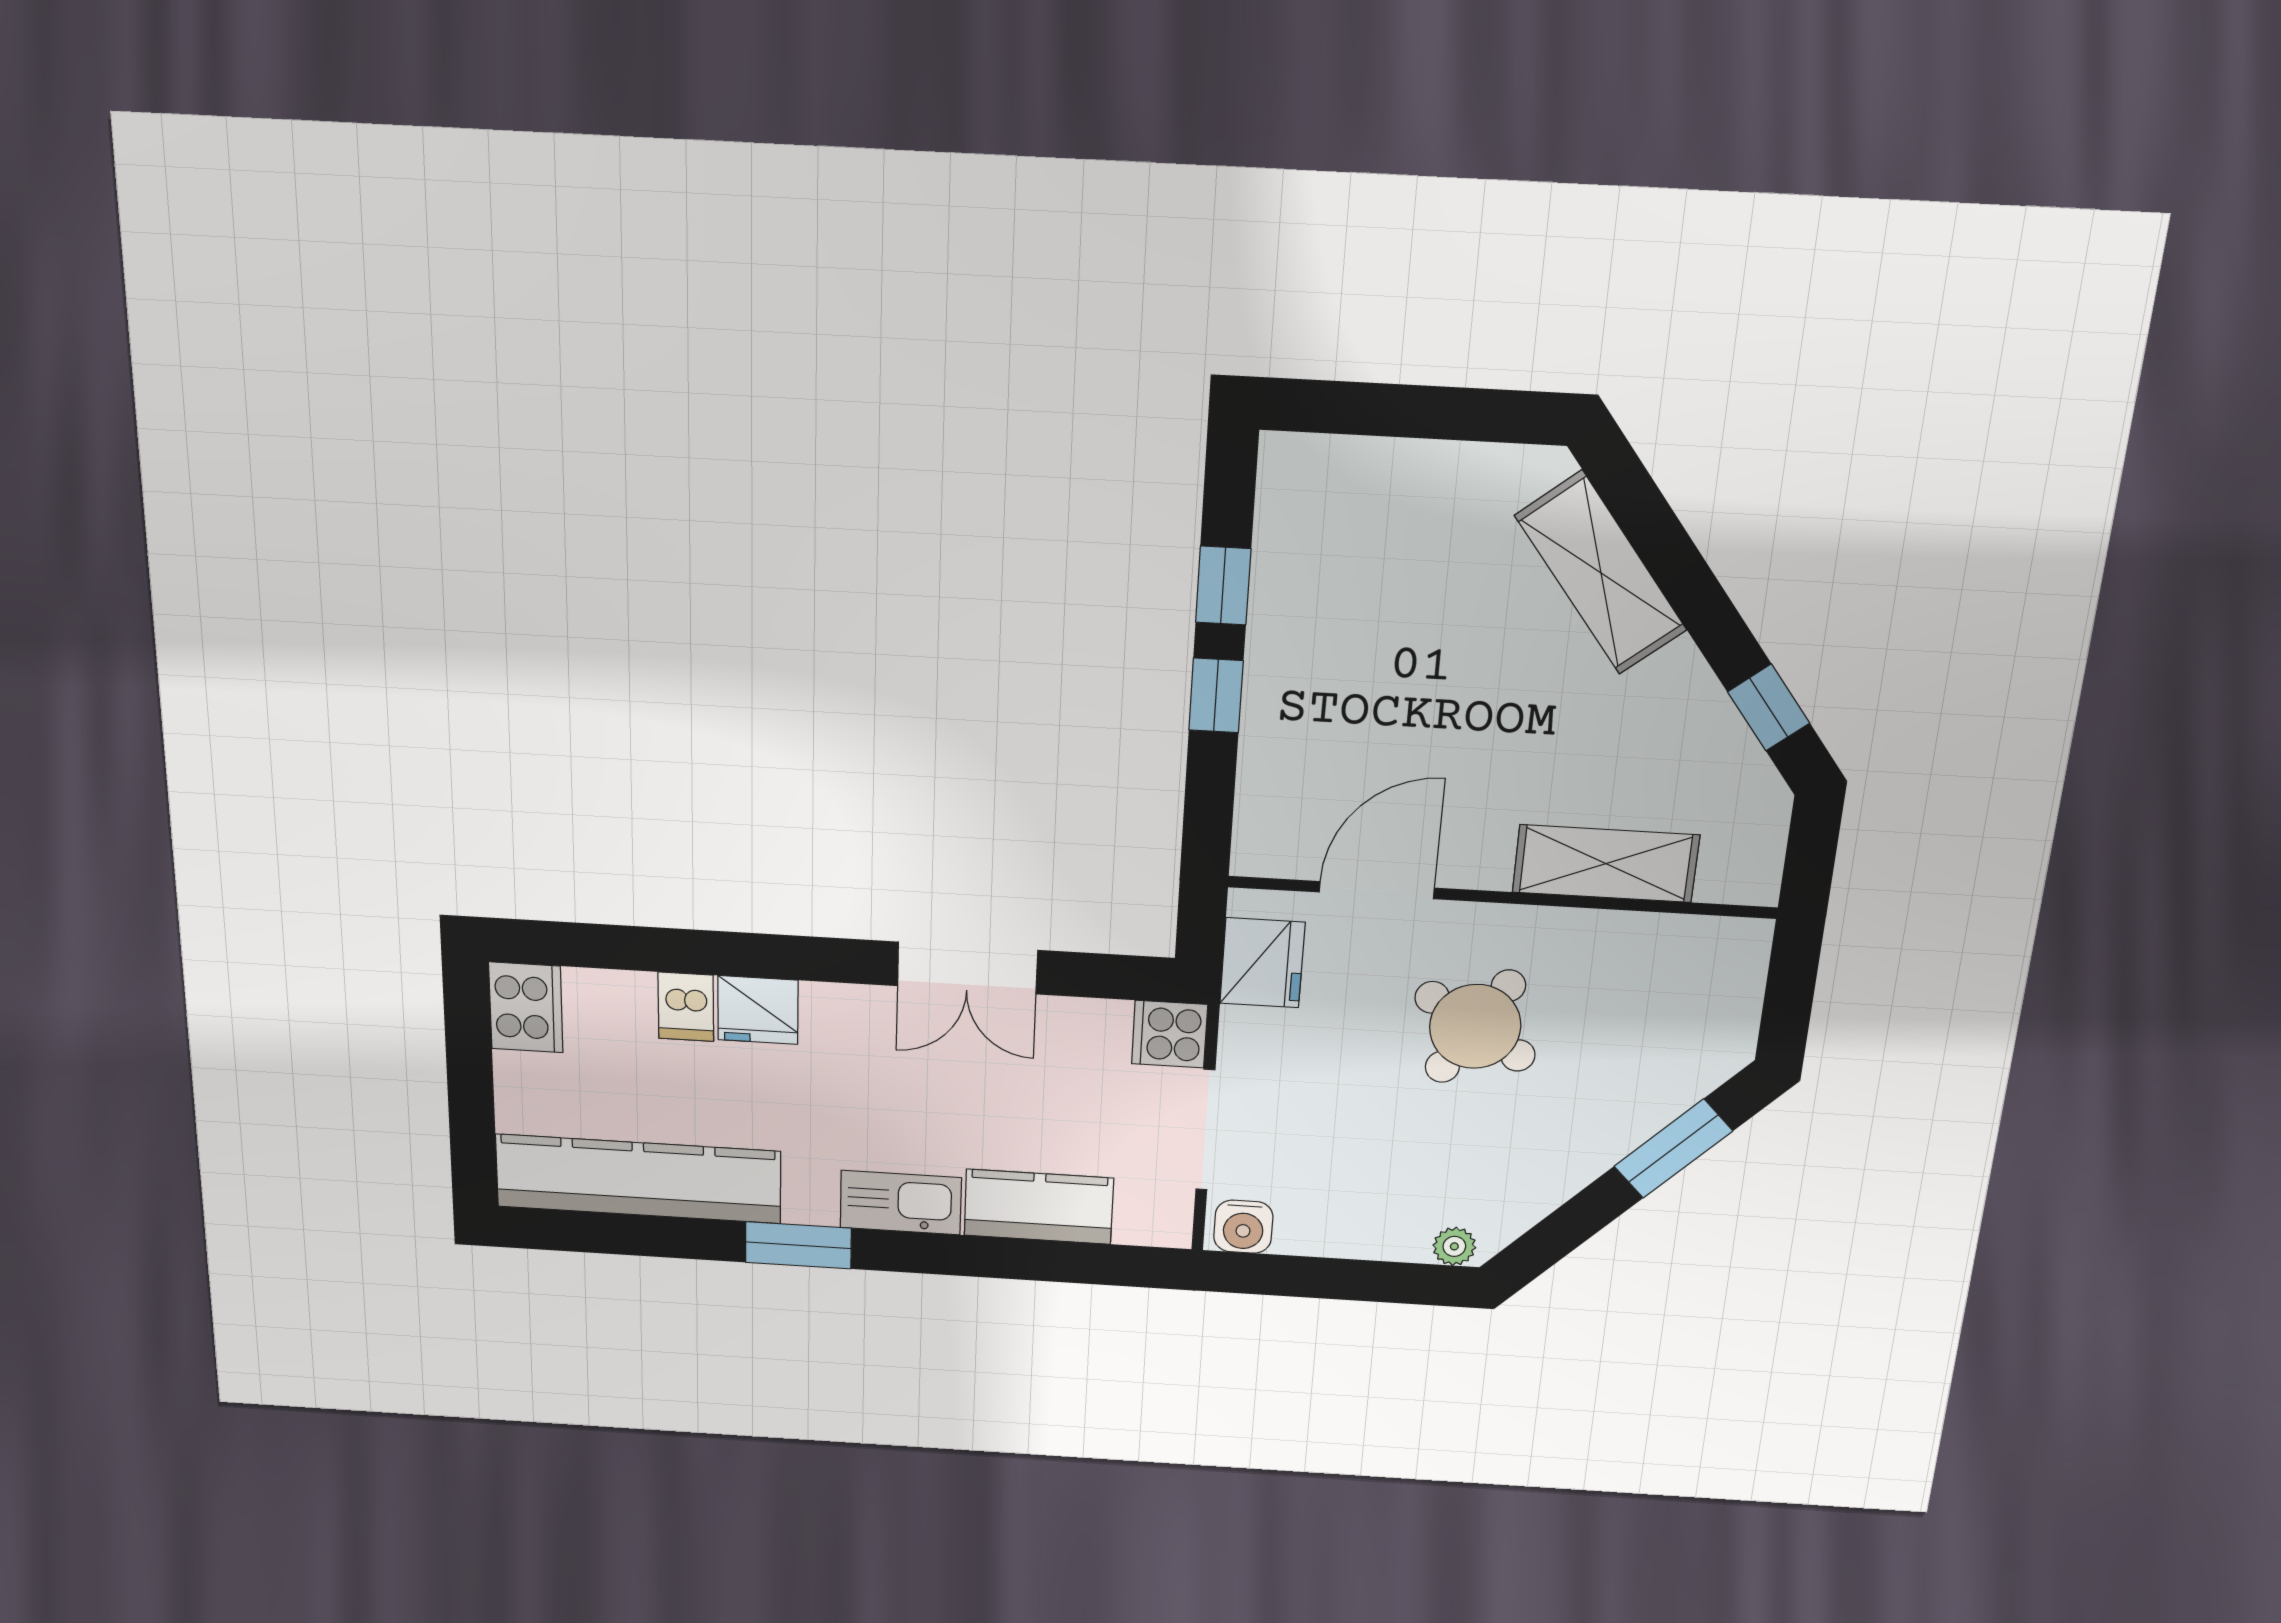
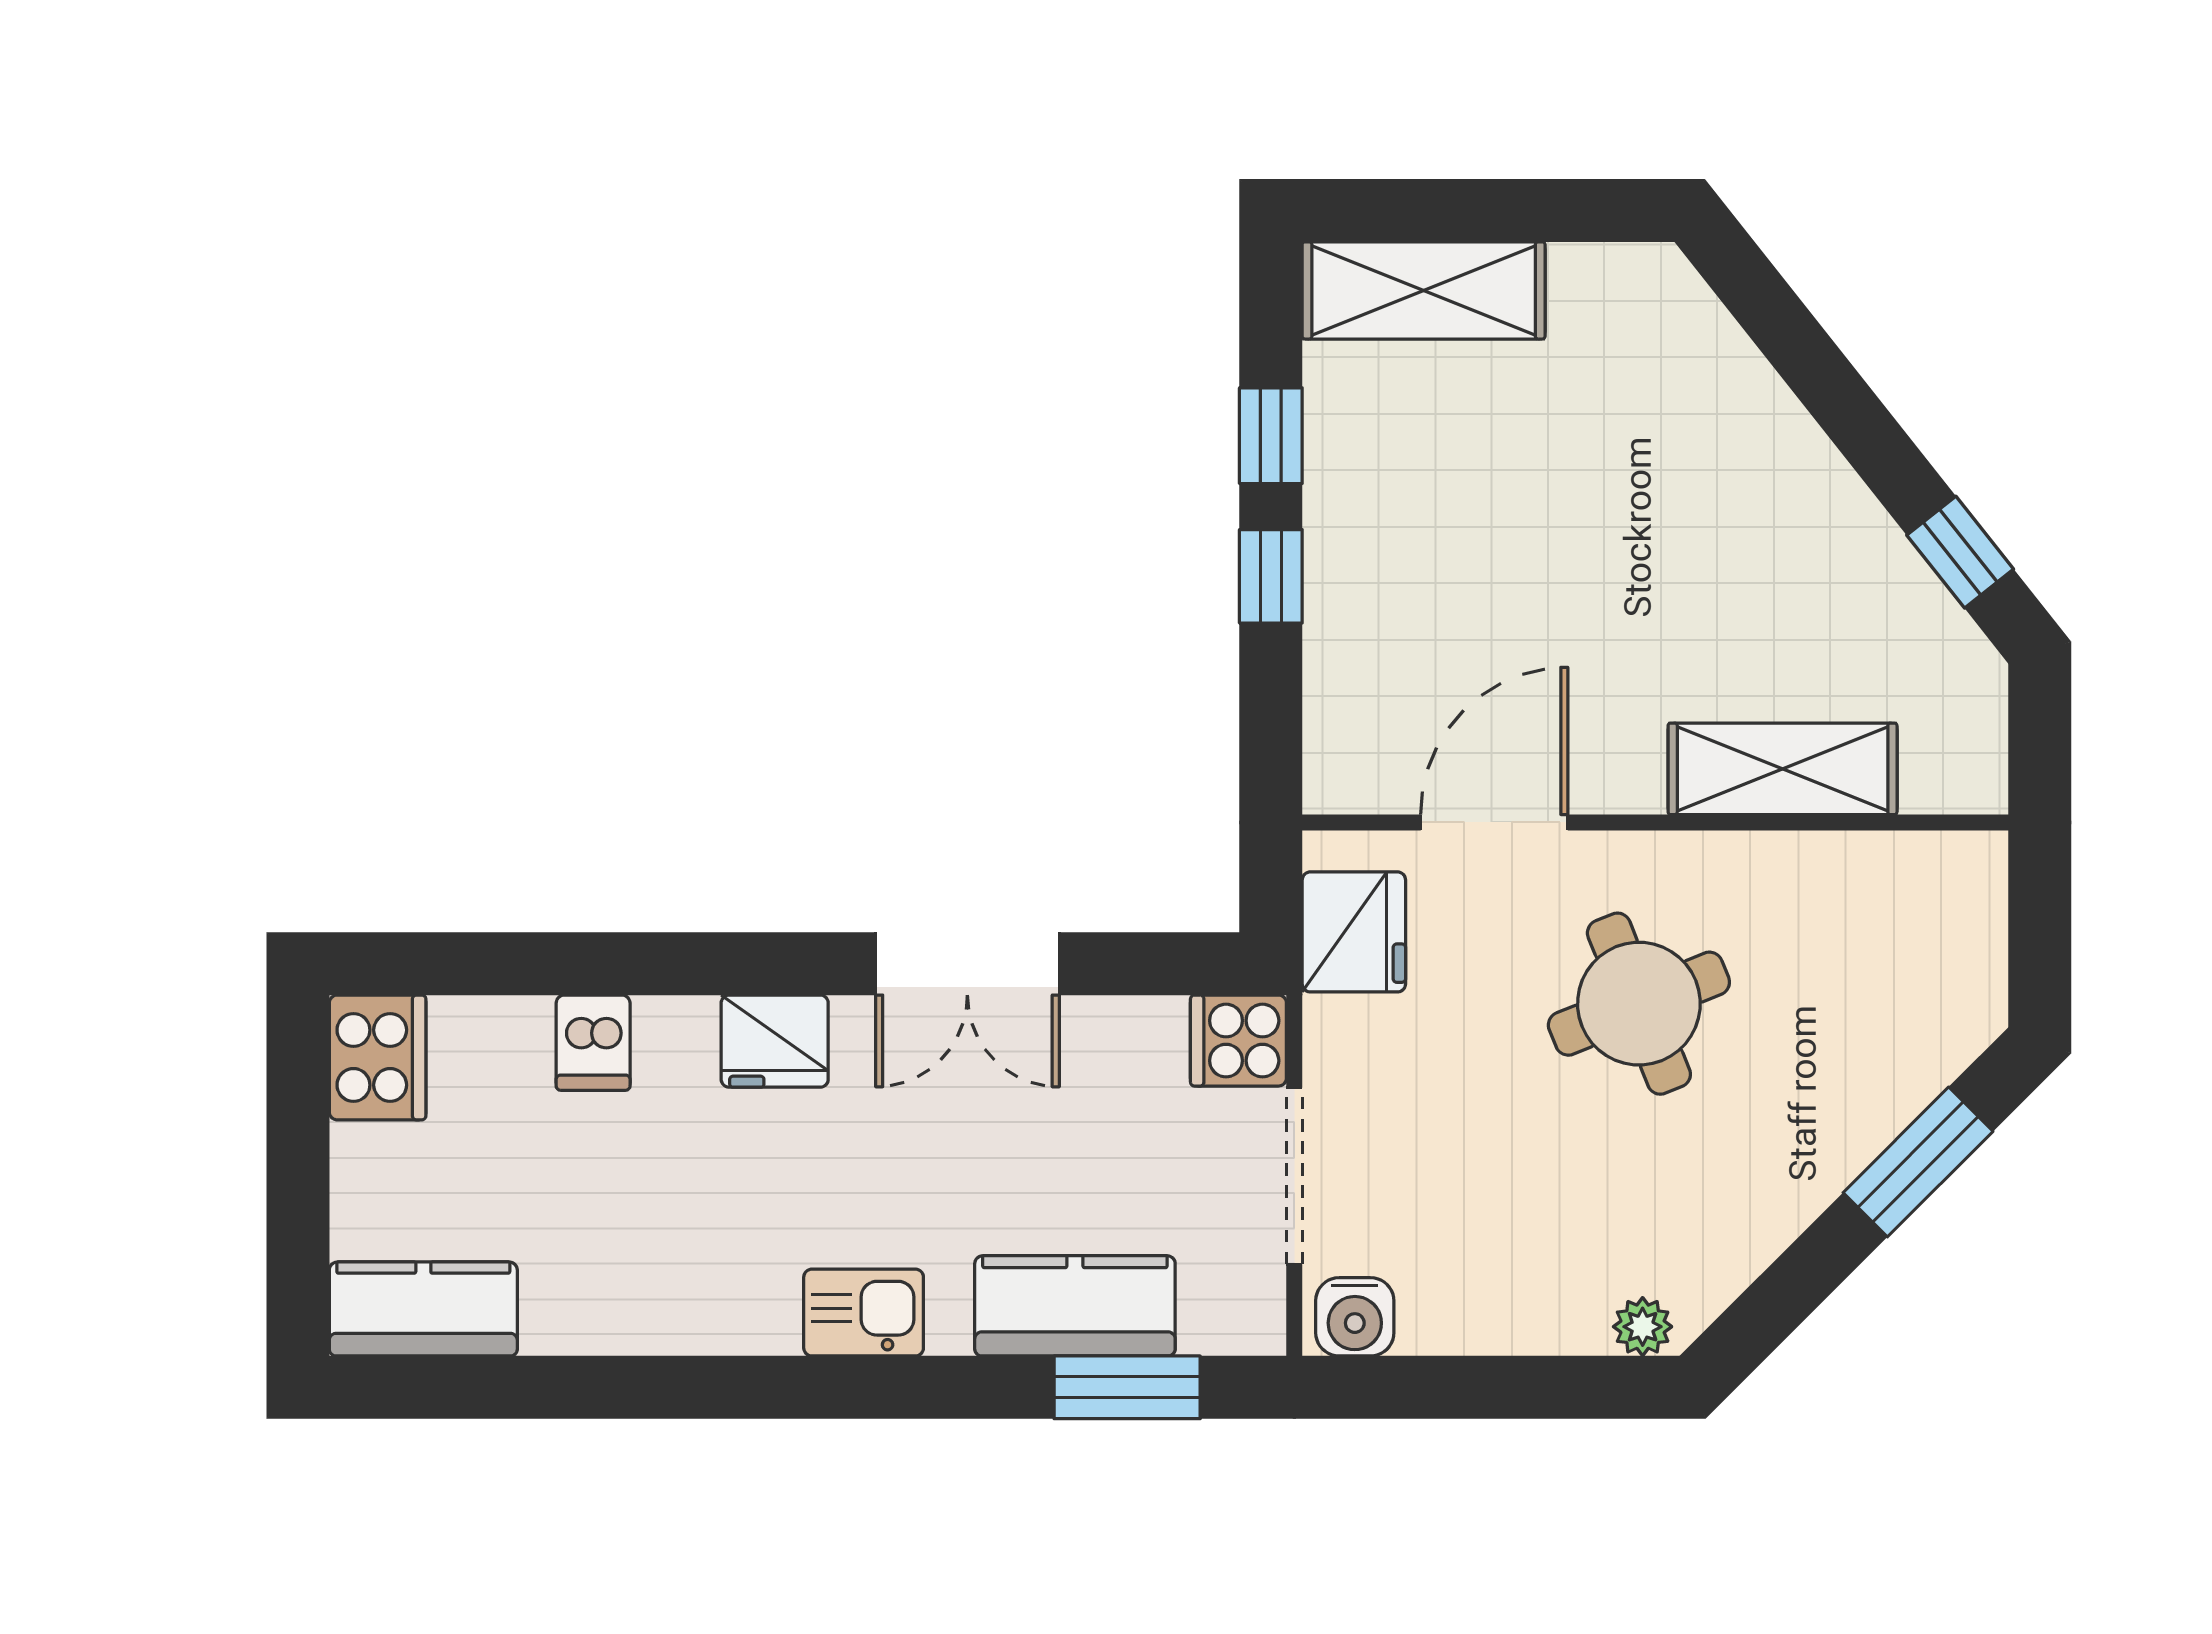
shelving: (1601, 573) -> (1424, 290), moved, turned -52
fridge: (758, 1010) -> (775, 1041), moved
round table: (1475, 1026) -> (1639, 1004), turned 36
kitchen counter: (638, 1179) -> (423, 1309), width x0.48, depth x0.86
kitchen sink: (901, 1203) -> (864, 1313), width x0.73
window: (798, 1245) -> (1127, 1387), moved

